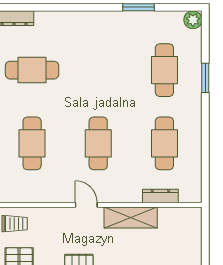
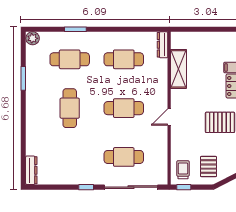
cafe table: (32, 70) -> (70, 108), moved
dresser: (160, 196) -> (163, 45), moved
shelving: (131, 218) -> (178, 69), moved

